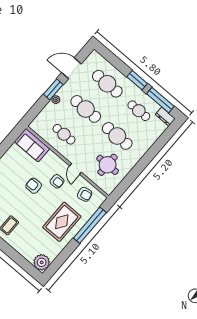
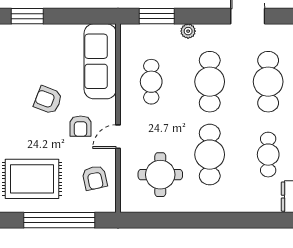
window: (53, 89) -> (157, 16), moved
sofa: (32, 145) -> (100, 61), width x1.36
armchair: (34, 186) -> (48, 100), turned -69

